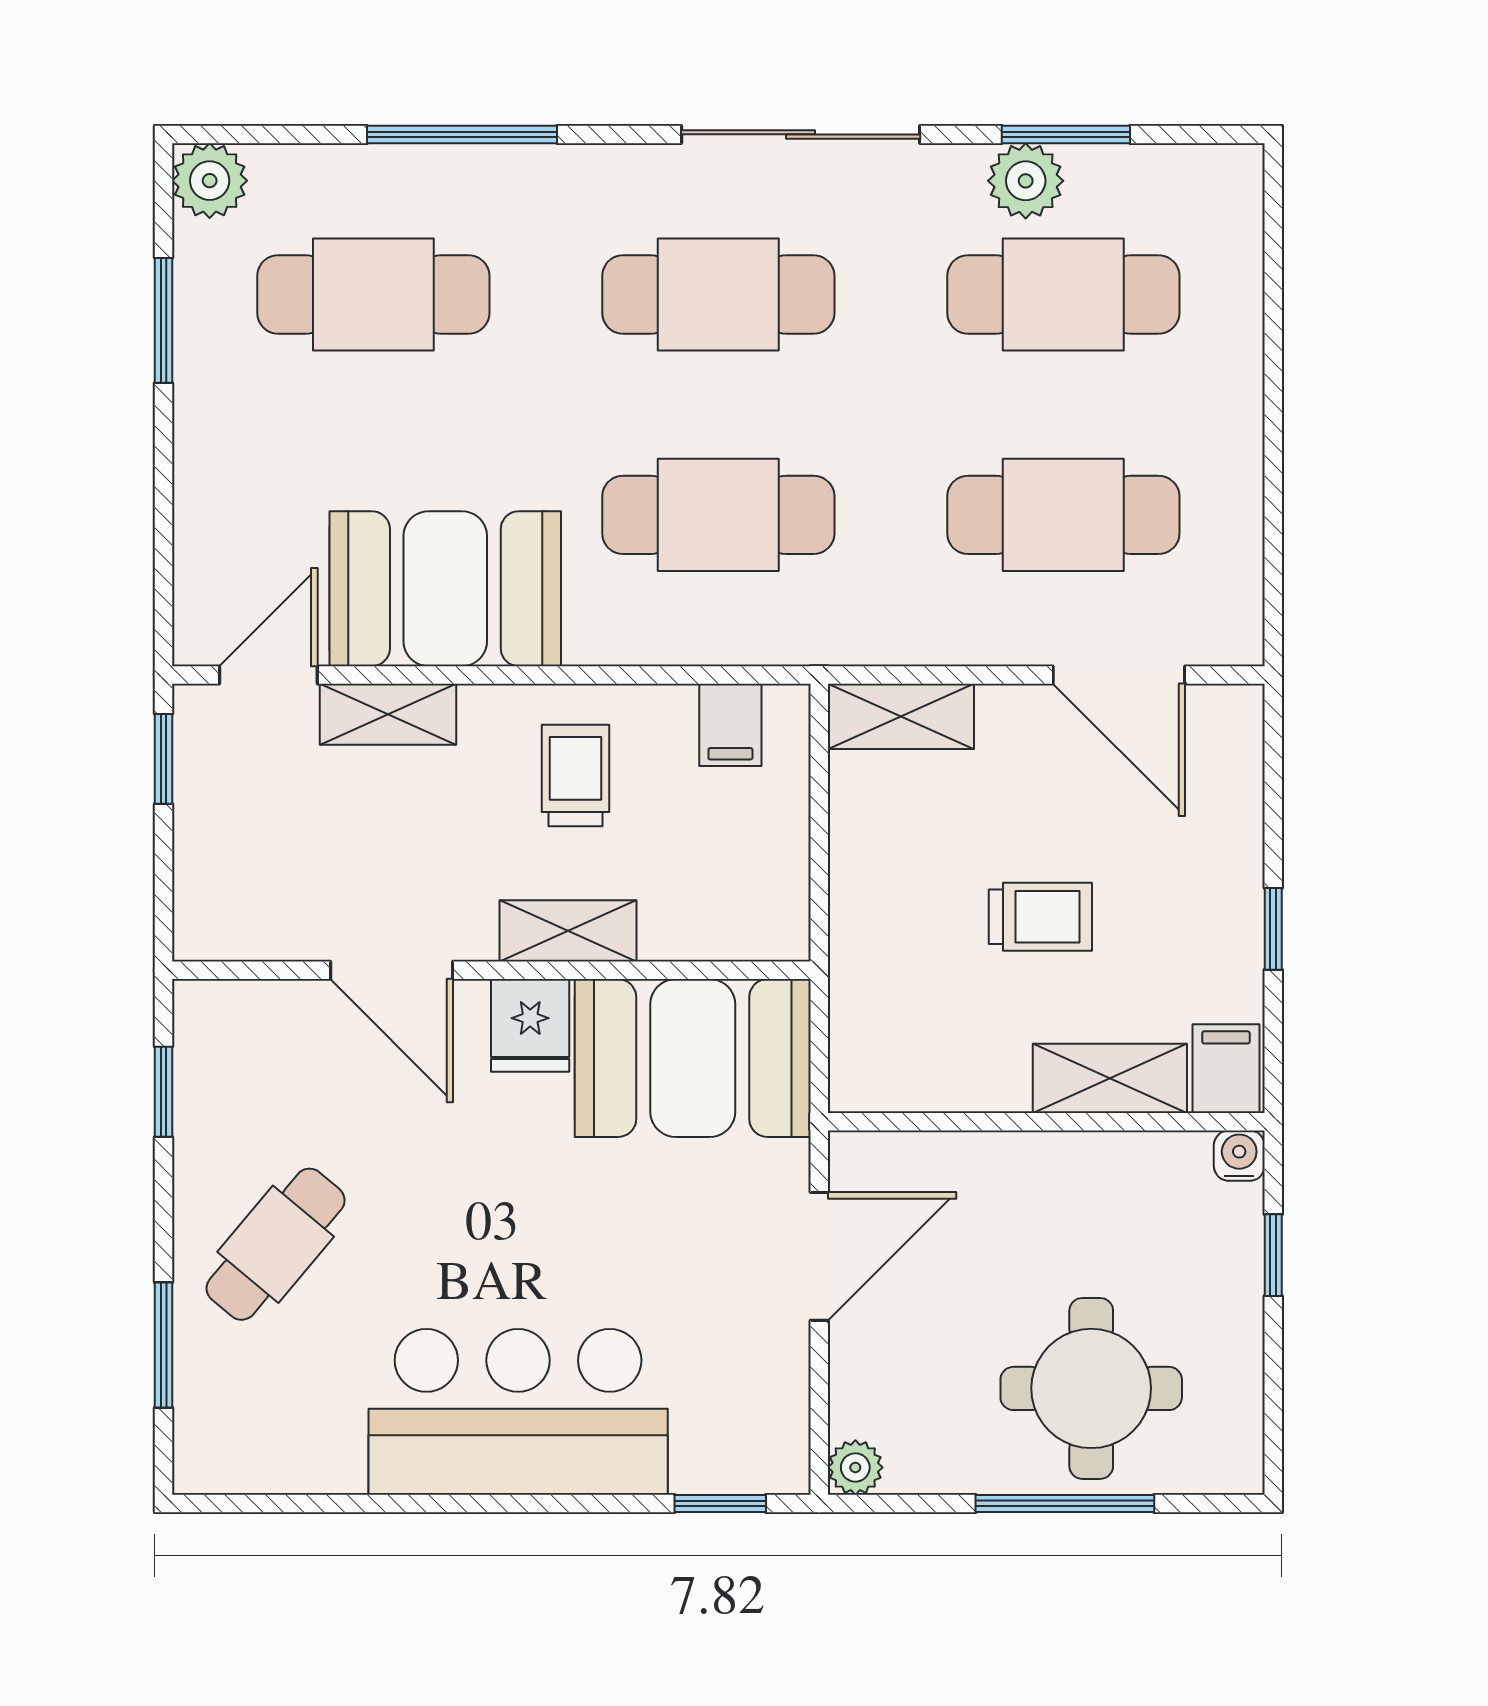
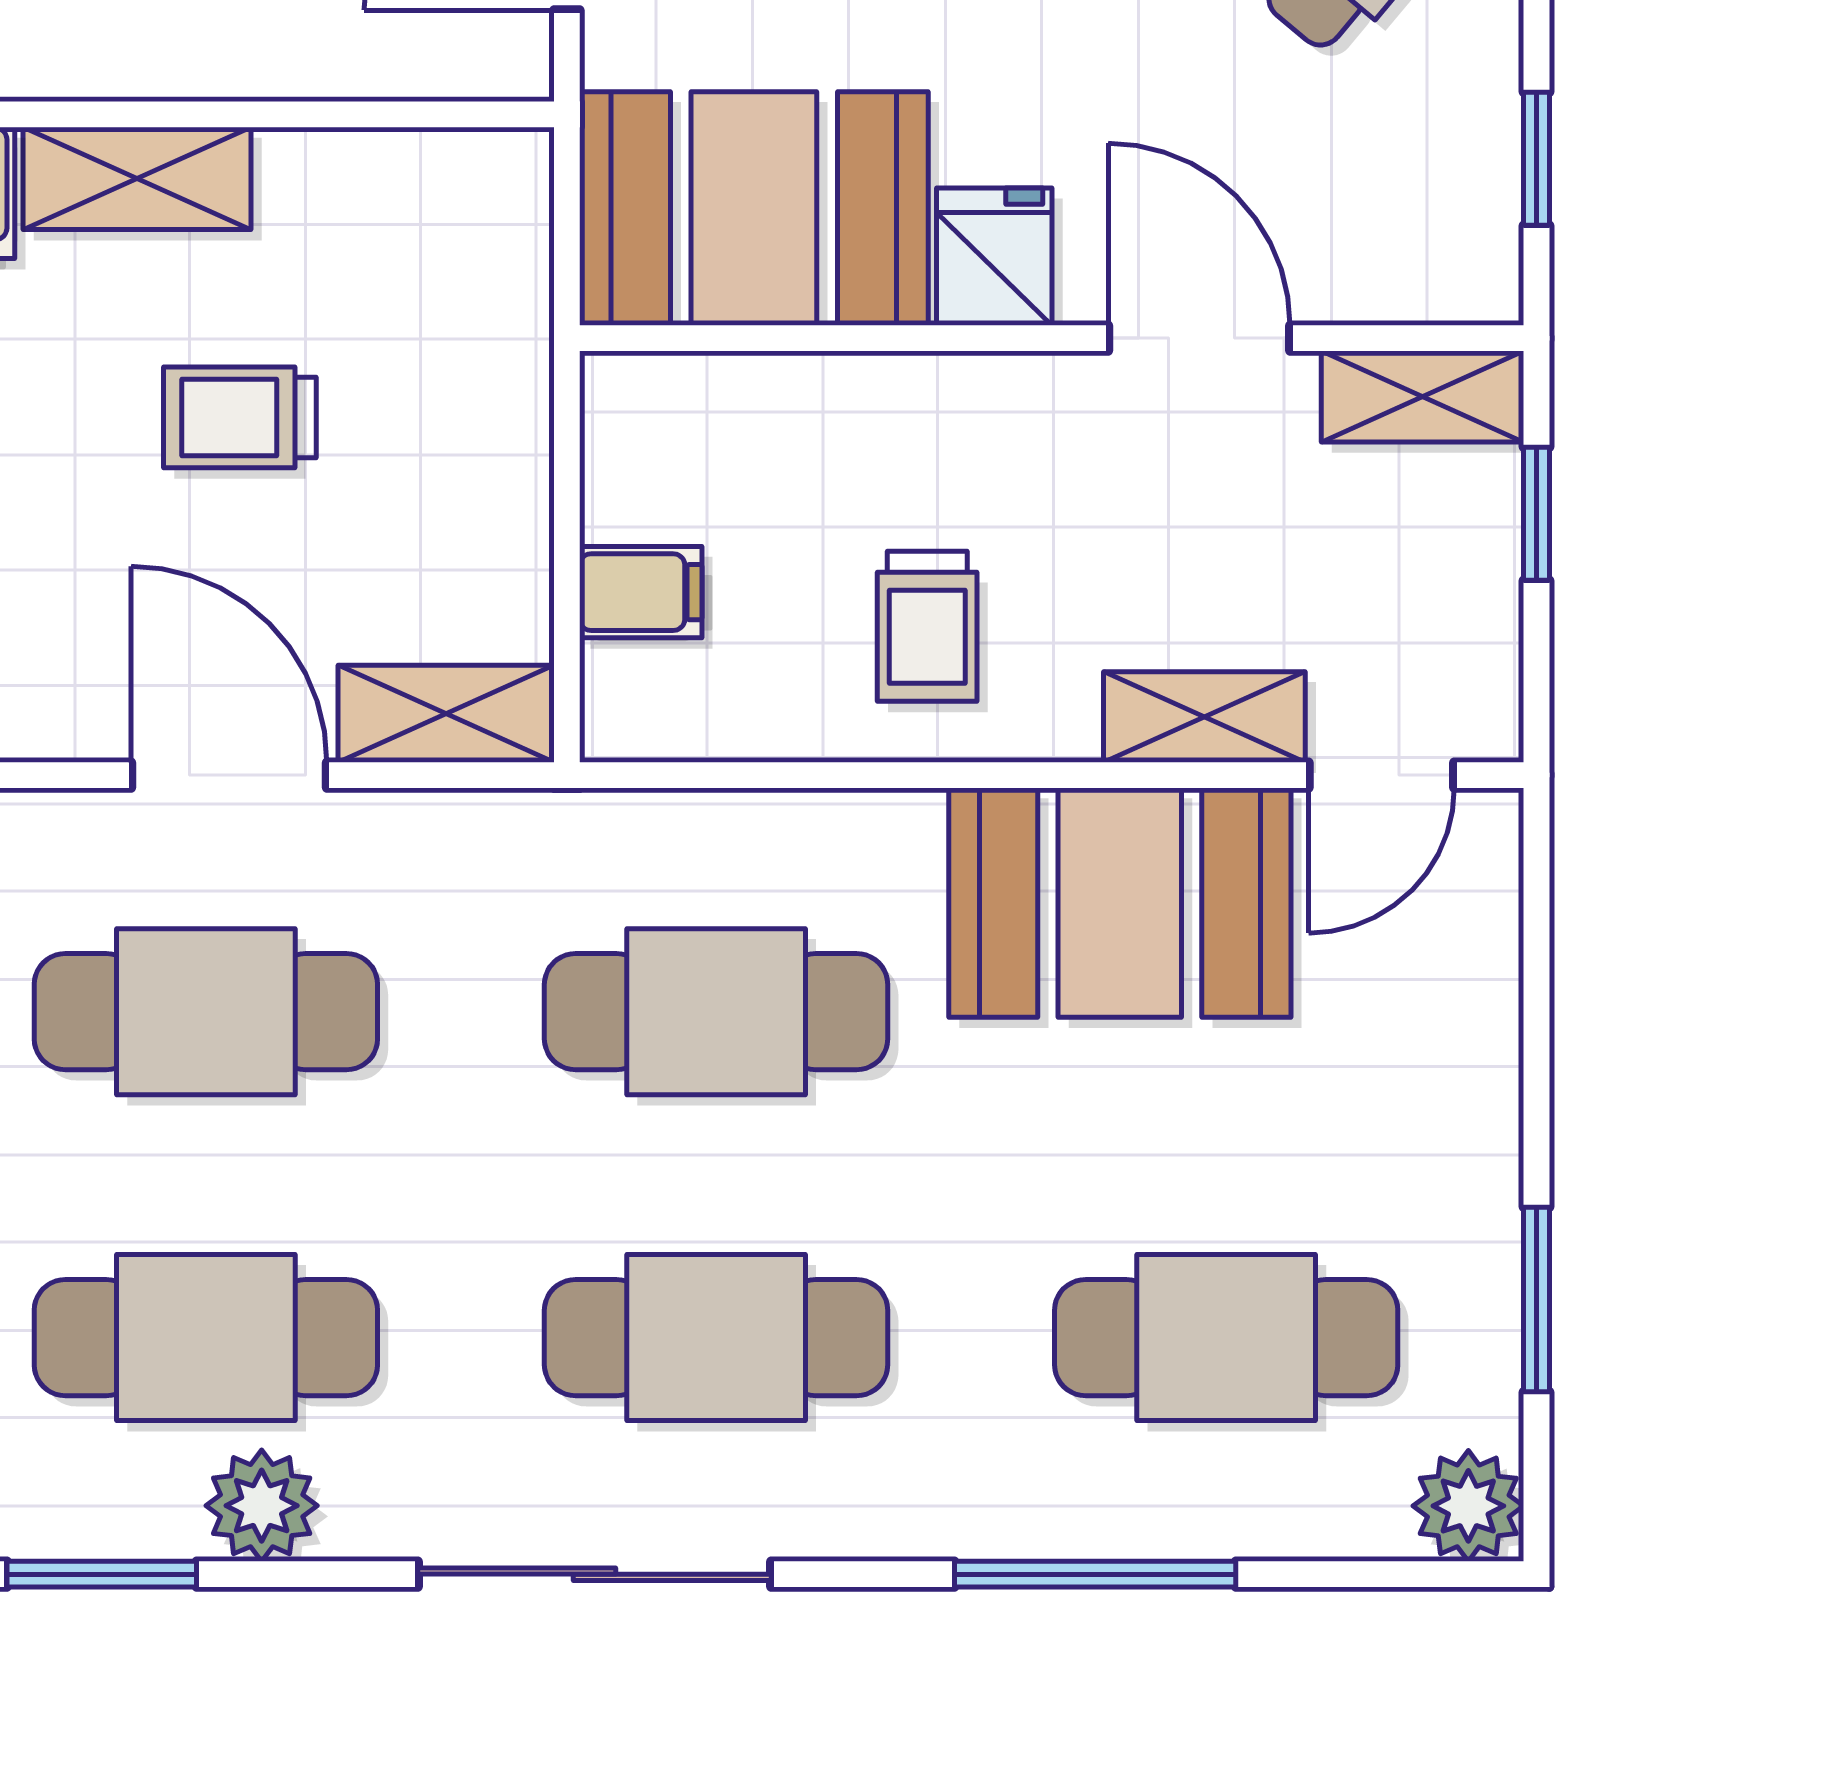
window: (1066, 134) -> (102, 1574), moved
door: (1119, 675) -> (229, 775), moved
filing cabinet: (730, 725) -> (641, 592), moved, turned 90
window: (163, 759) -> (1537, 514), moved
shelving: (568, 931) -> (1423, 396), moved

